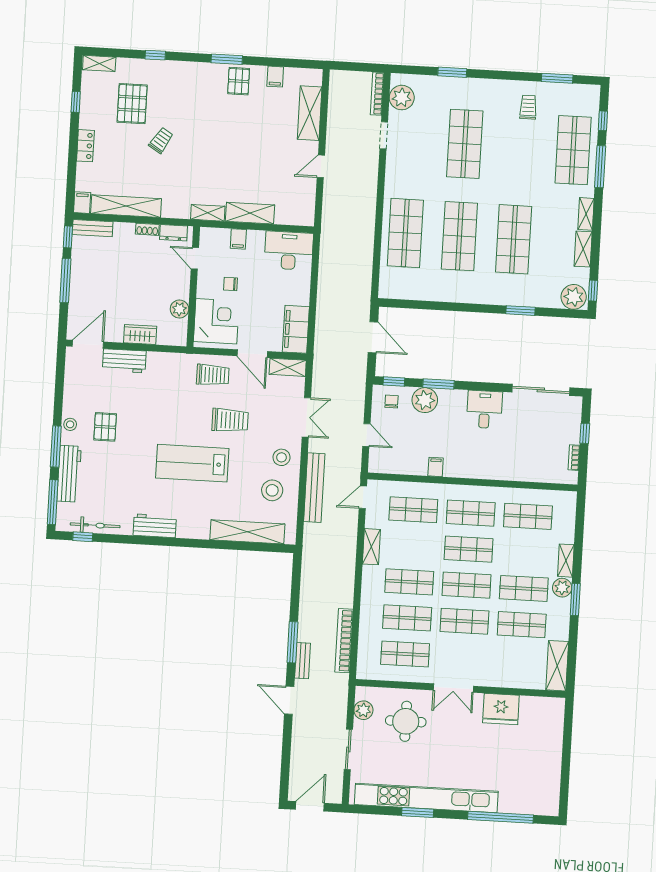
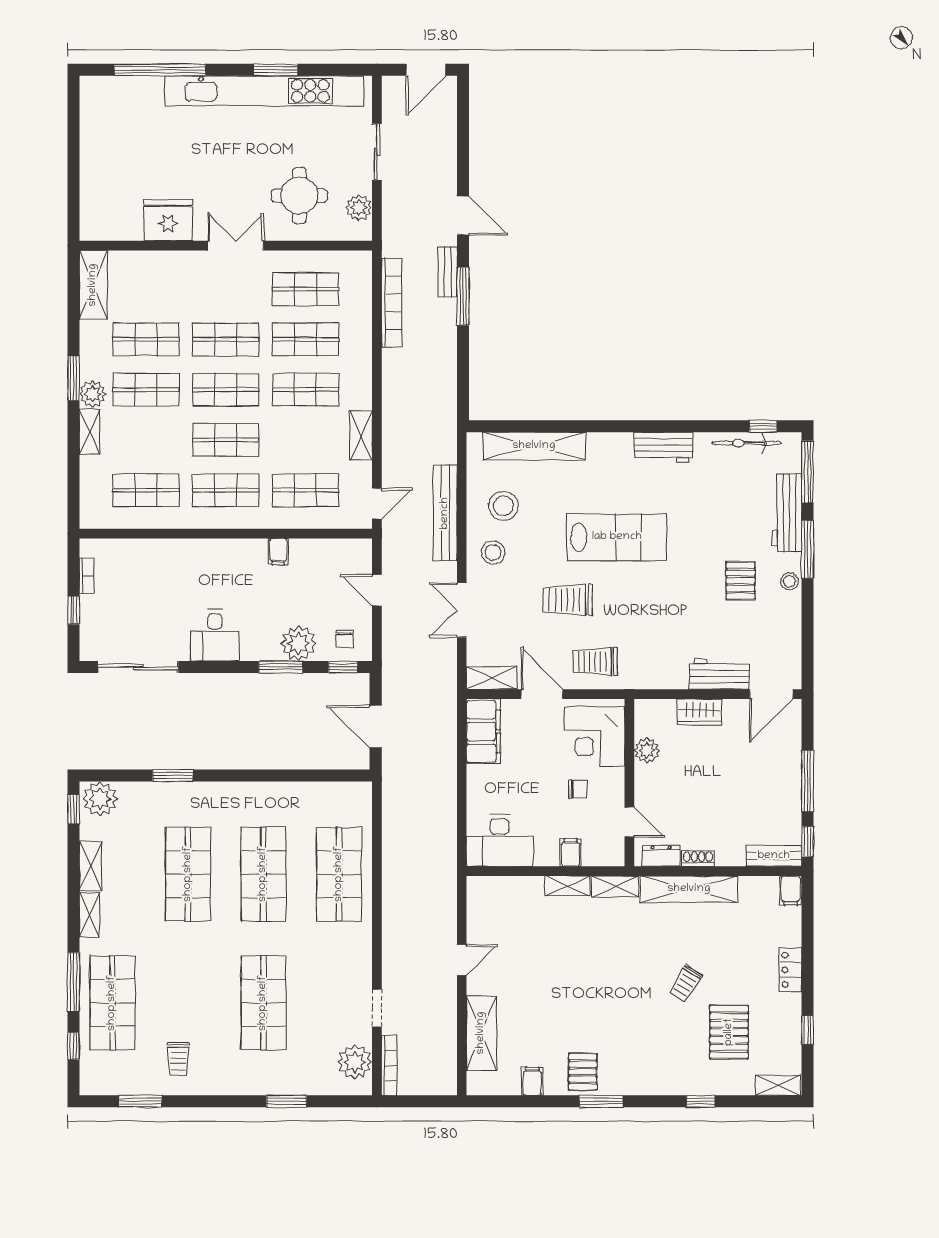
shelving: (126, 206) -> (689, 889), moved
shelving: (250, 213) -> (568, 886), width x0.67, depth x0.75

